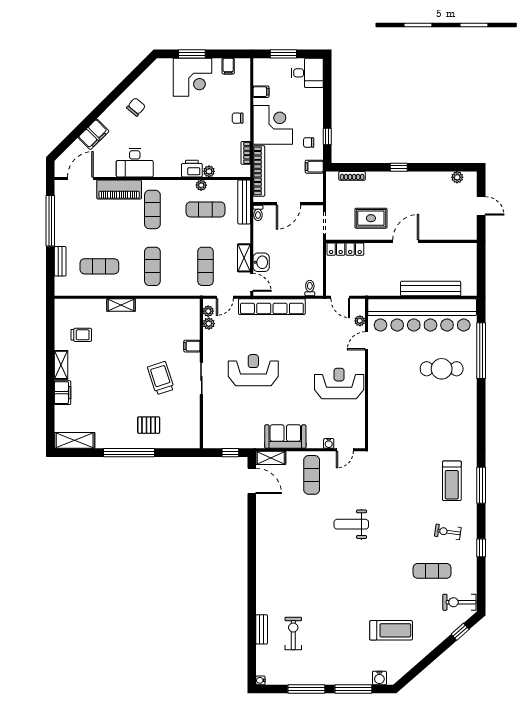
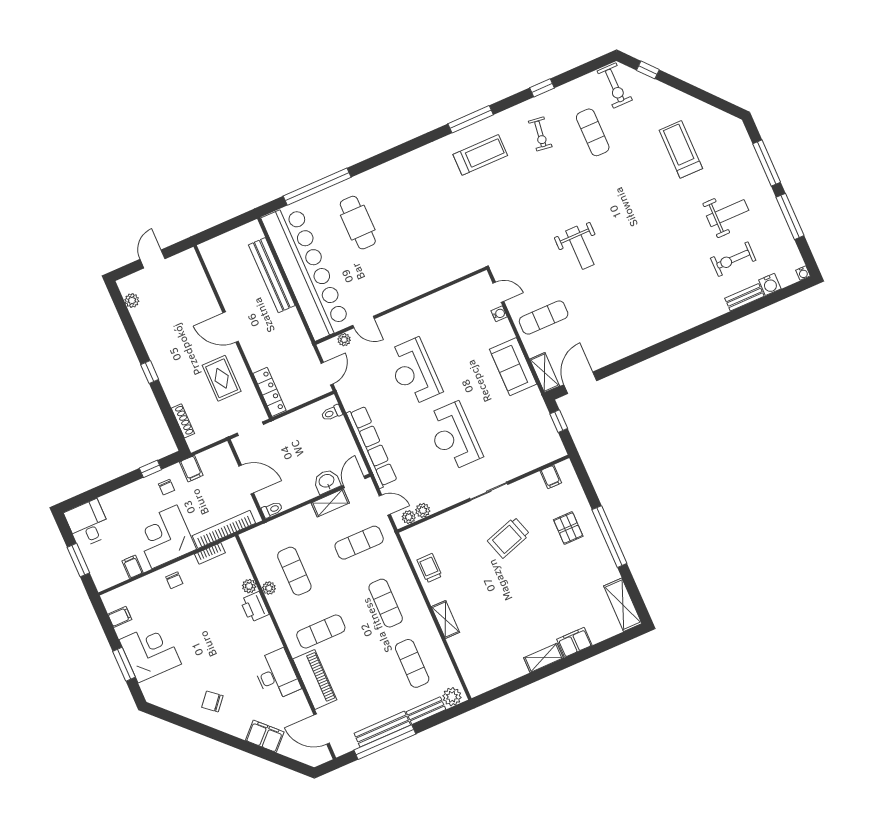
bench: (244, 202) -> (382, 729), moved
exercise mat: (152, 266) -> (386, 603), turned 90
plant: (62, 285) -> (452, 697), added
trolley: (81, 335) -> (430, 568), moved
filing cabinet: (192, 346) -> (551, 477), moved
reception desk: (339, 384) -> (414, 372), moved
weight bench: (329, 644) -> (728, 213), added
water cooler: (379, 678) -> (770, 284), moved, turned 90

